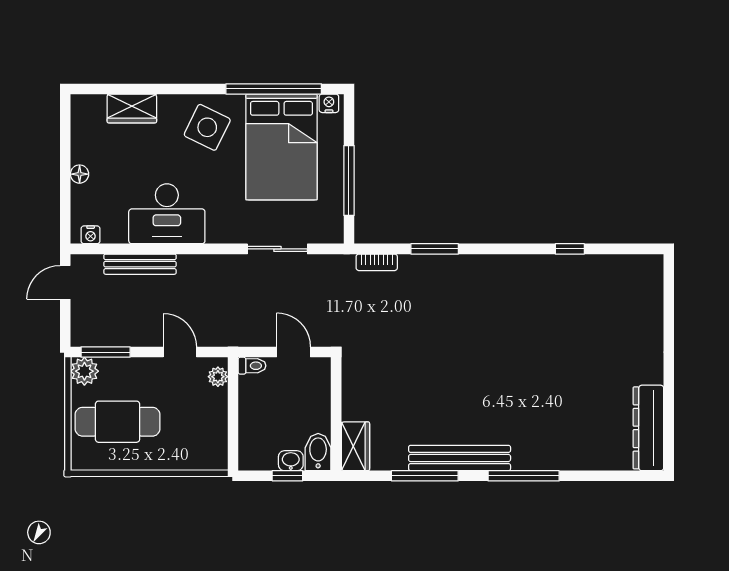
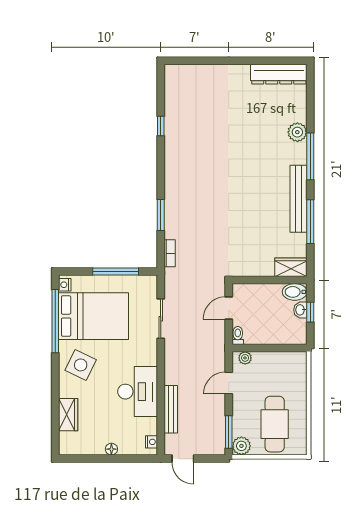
plant: (560, 456) -> (297, 132), added

